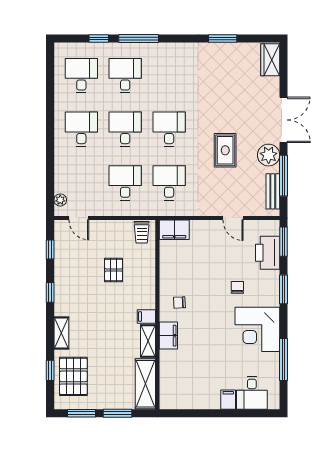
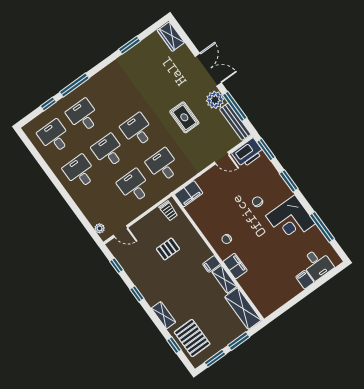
bench: (273, 191) -> (235, 122), width x1.36
printer: (268, 253) -> (248, 153), moved, turned -90
pallet: (114, 270) -> (168, 249), turned 90

